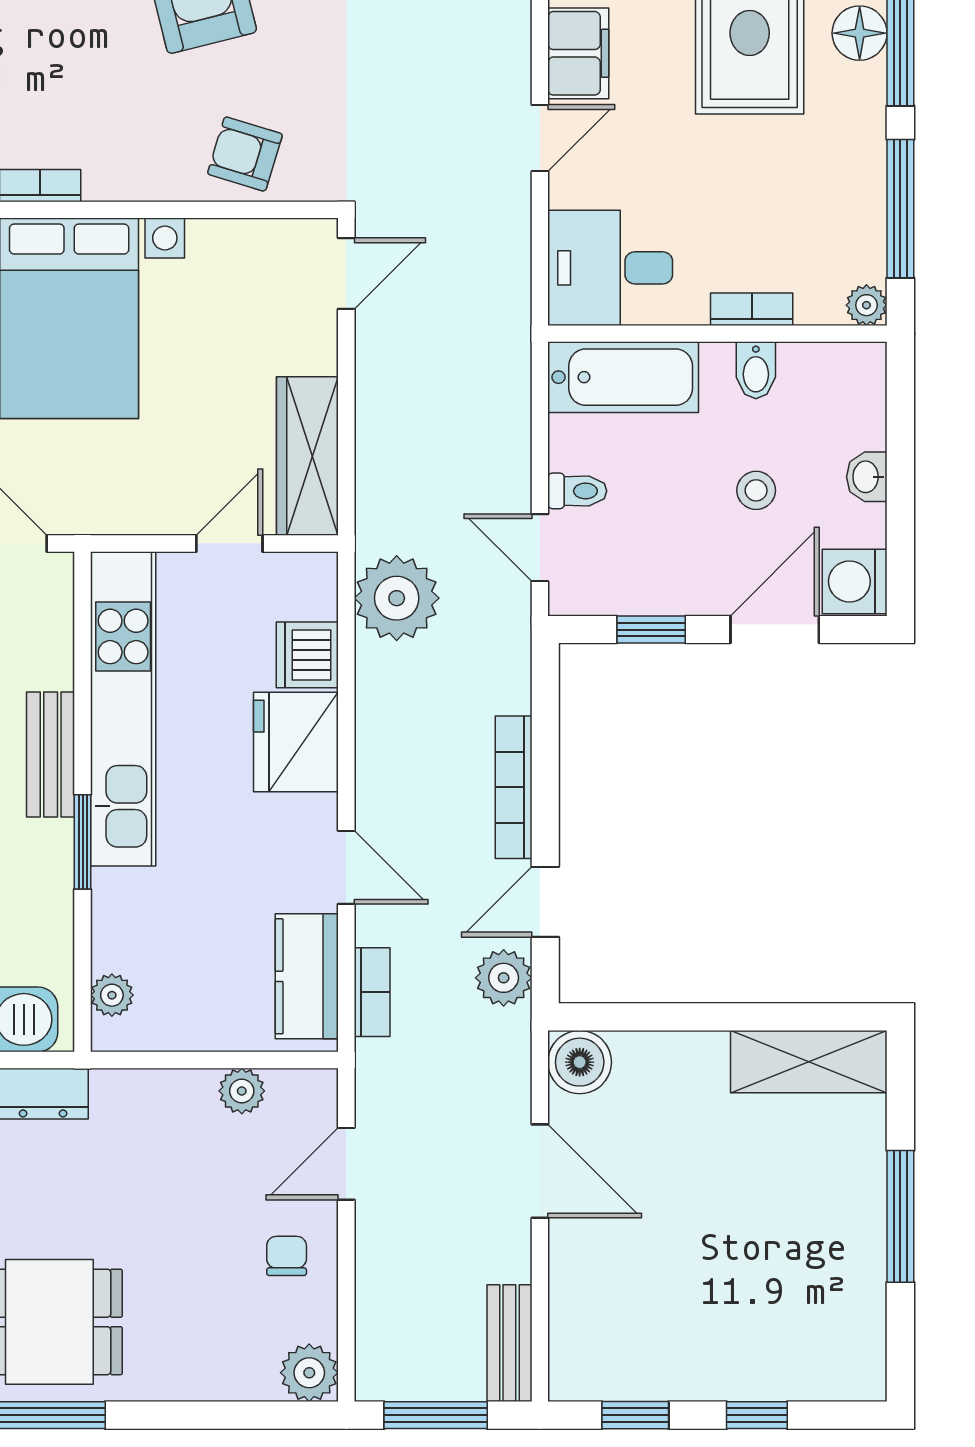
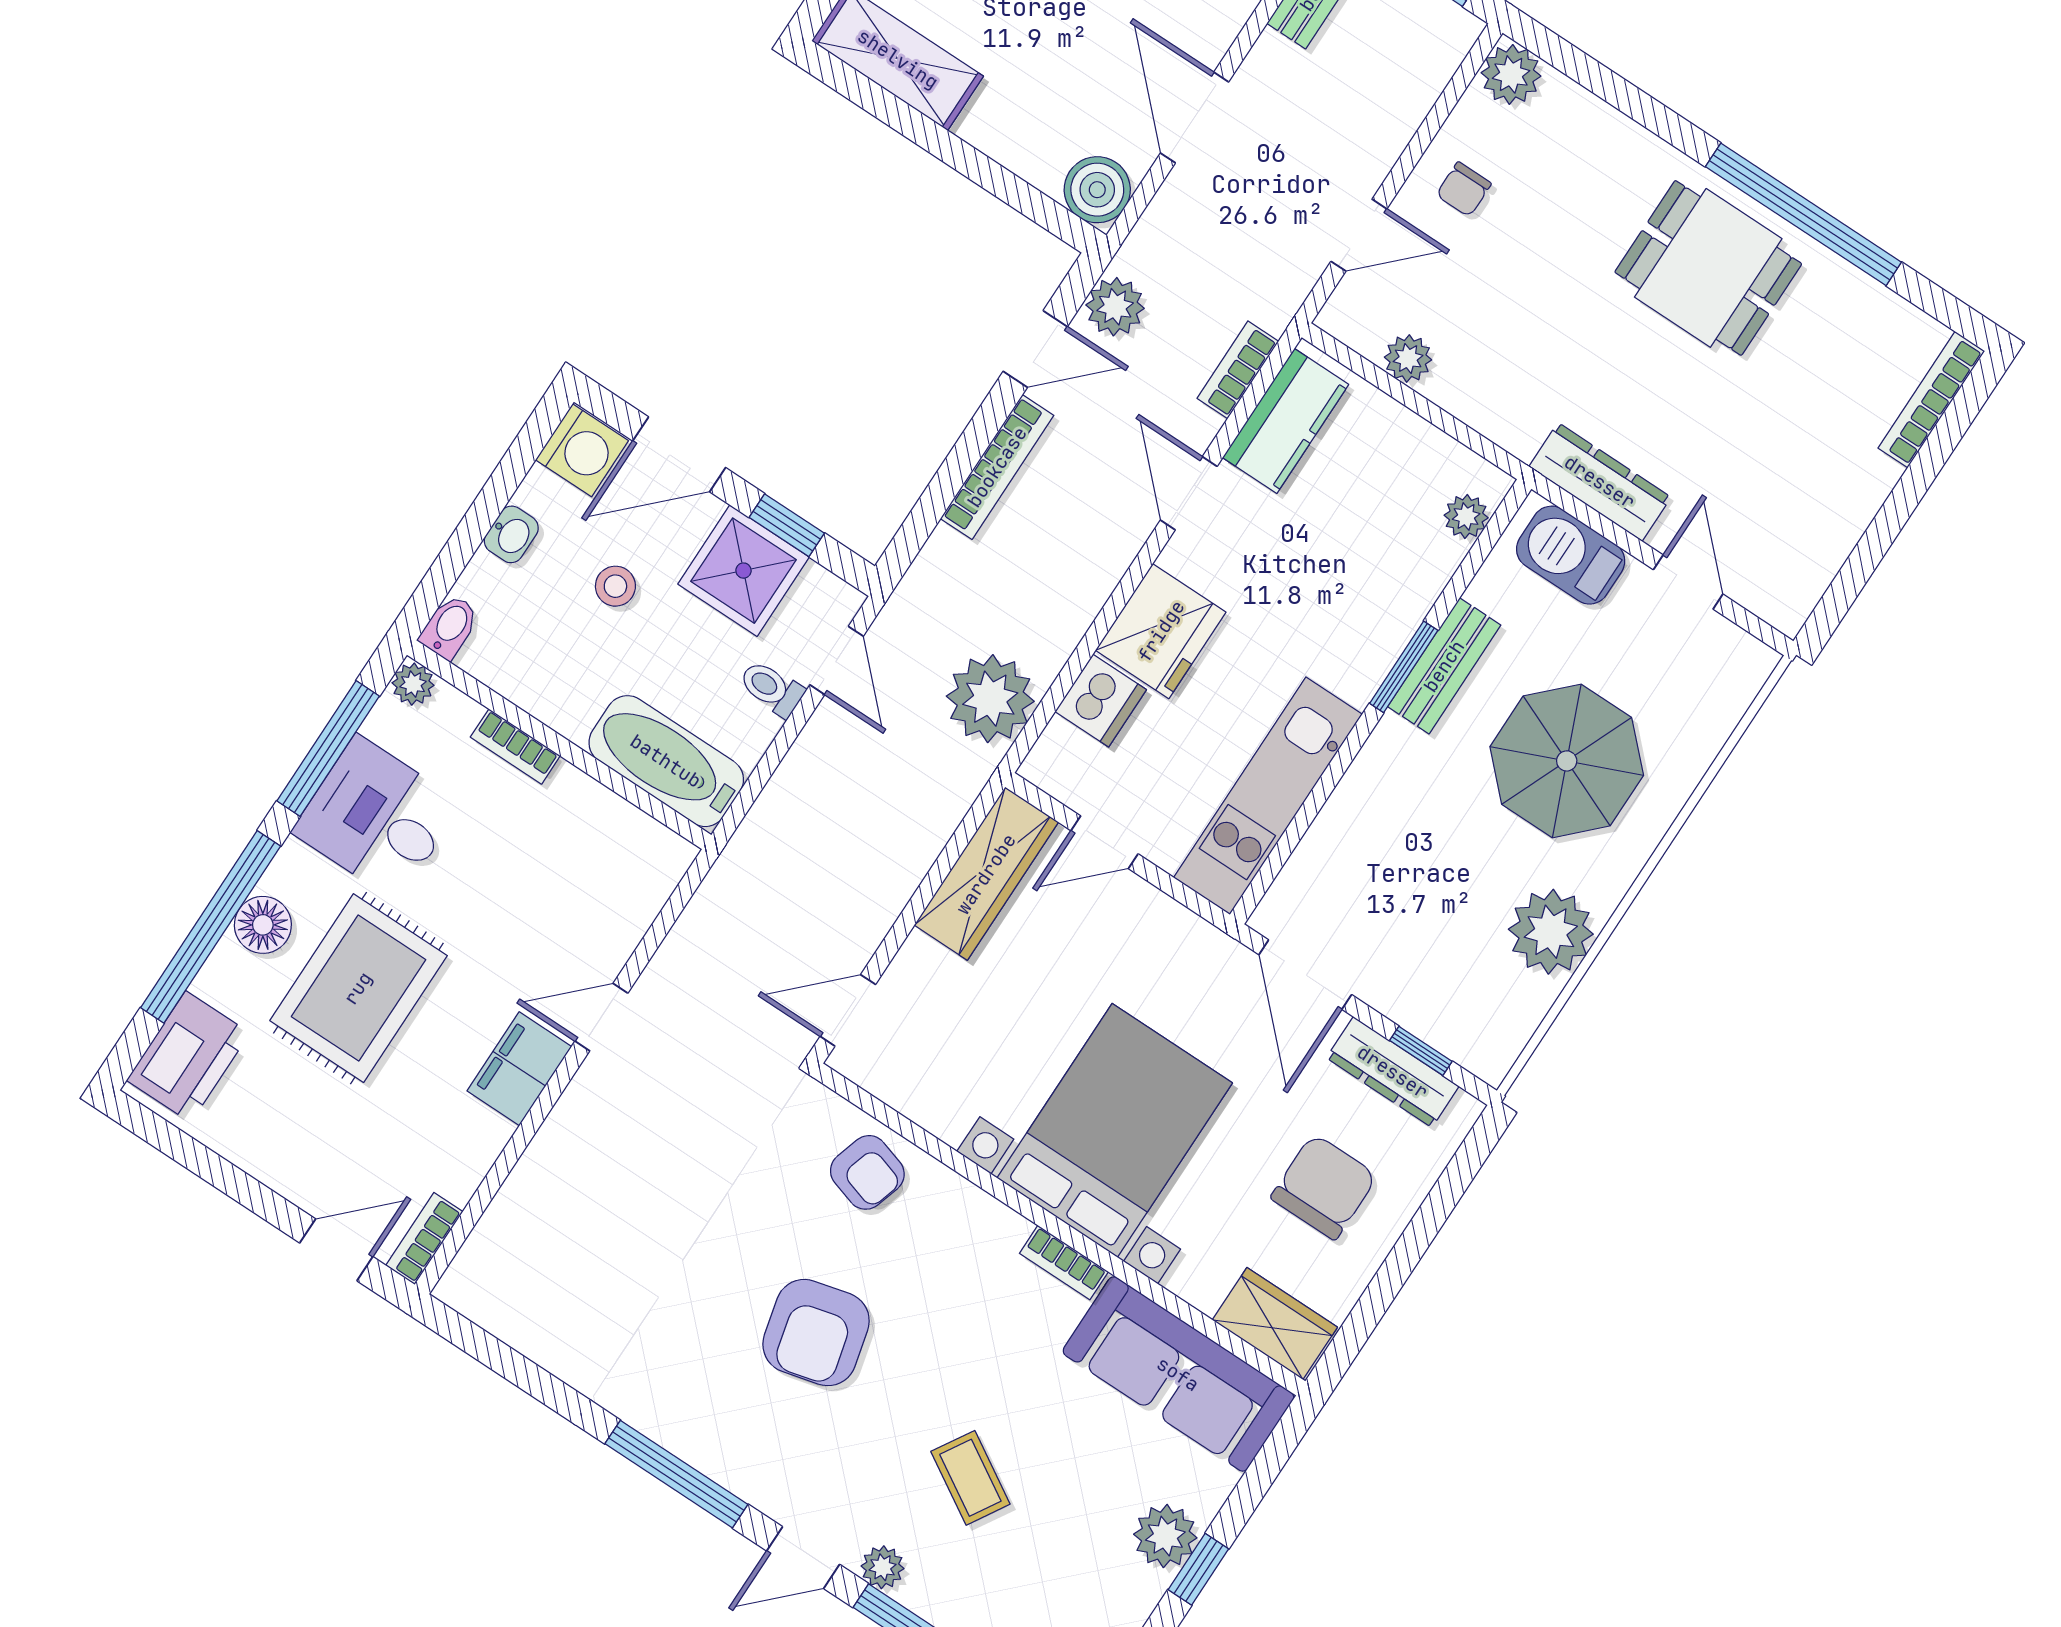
desk: (610, 268) -> (377, 818), moved, turned 180
bidet: (756, 370) -> (450, 627), moved
shower: (662, 570) -> (743, 571), added
kitchen unit: (123, 709) -> (1268, 796), width x0.73
bench: (51, 754) -> (1444, 666), moved

